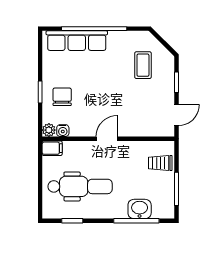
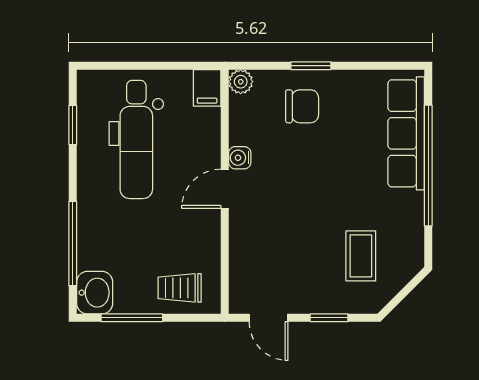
coffee table: (143, 65) -> (361, 256), turned 90
water cooler: (63, 131) -> (240, 158), moved
door: (107, 139) -> (225, 189), swing flipped
trolley: (160, 163) -> (180, 288), turned -90
washbasin: (140, 209) -> (95, 293), moved

